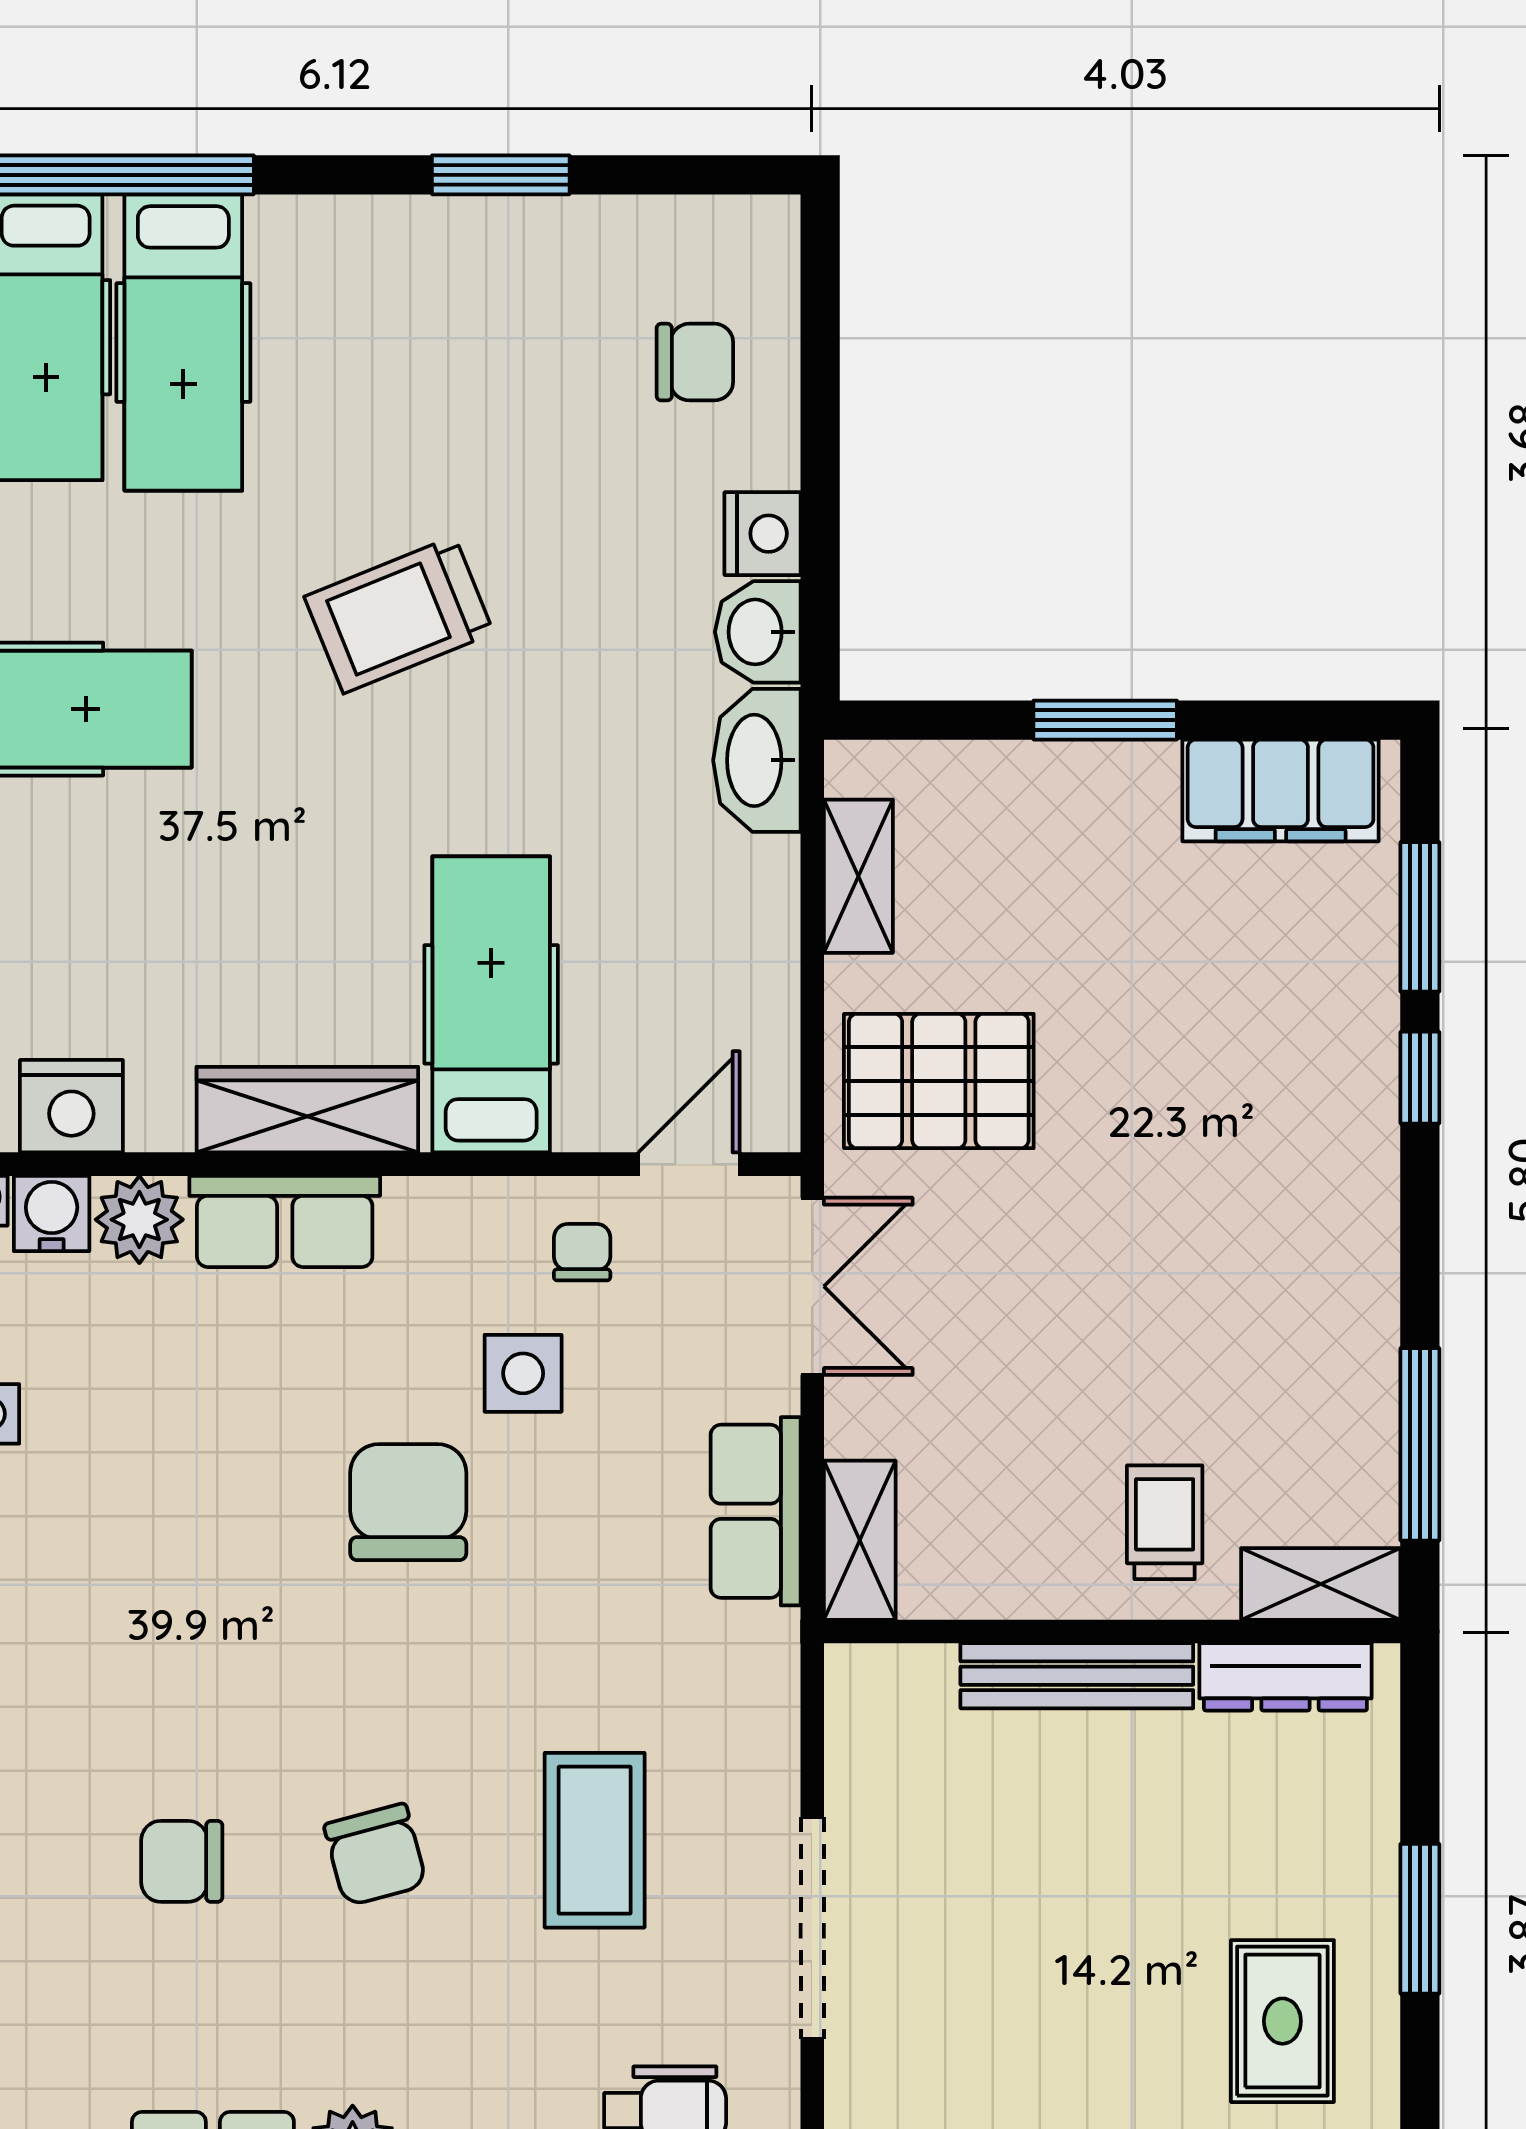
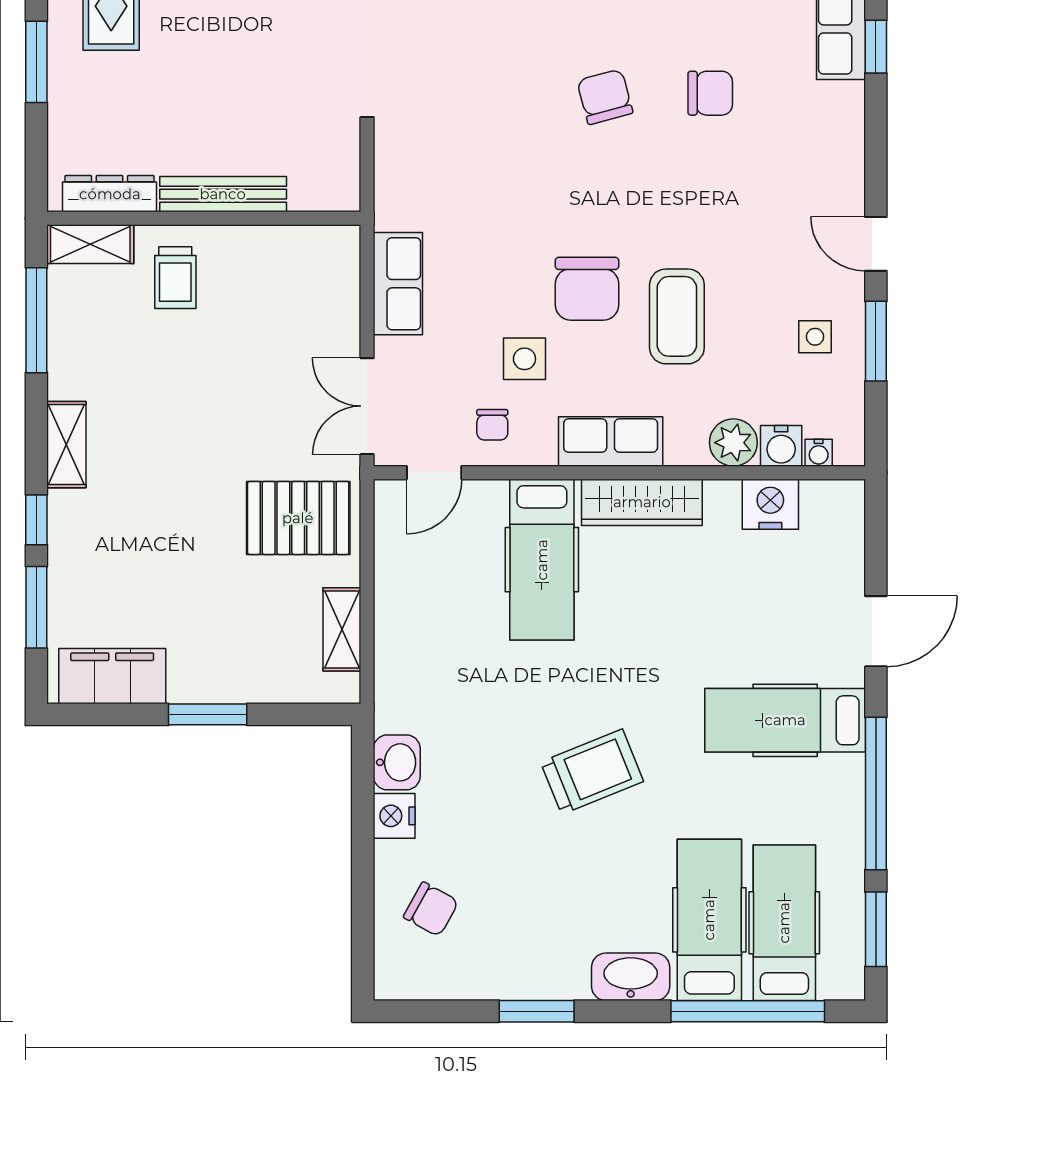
chair: (695, 362) -> (431, 909), turned -151
washbasin: (757, 760) -> (631, 977), moved, turned -90
row of seats: (285, 1221) -> (611, 442), moved
shelving: (860, 1540) -> (66, 445), moved
coffee table: (595, 1840) -> (677, 316), moved

